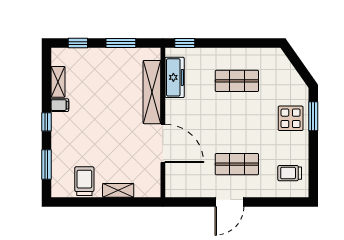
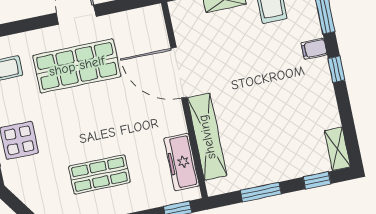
shelving: (58, 82) -> (337, 149), moved
filing cabinet: (60, 105) -> (314, 49), moved
shop shelf: (237, 164) -> (77, 66), width x1.43, depth x1.36

